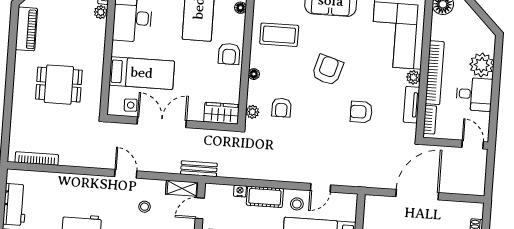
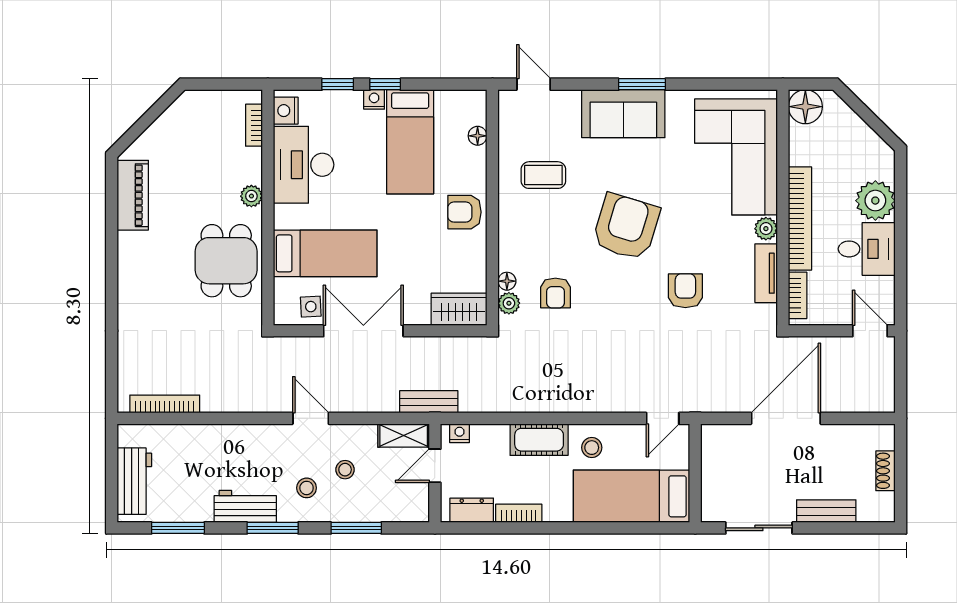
plant: (101, 12) -> (251, 196), moved
coffee table: (279, 35) -> (543, 175), width x0.73, depth x0.77
armchair: (229, 54) -> (465, 212), turned 90
armchair: (328, 70) -> (626, 227), width x1.36, depth x1.36
floor lamp: (254, 74) -> (507, 281), moved
dining table: (59, 85) -> (226, 261), moved, turned 90
armchair: (361, 112) -> (685, 291), turned 90
door: (320, 188) -> (663, 418), moved
nightstand: (240, 191) -> (459, 433), moved
stool: (120, 216) -> (307, 488), added

